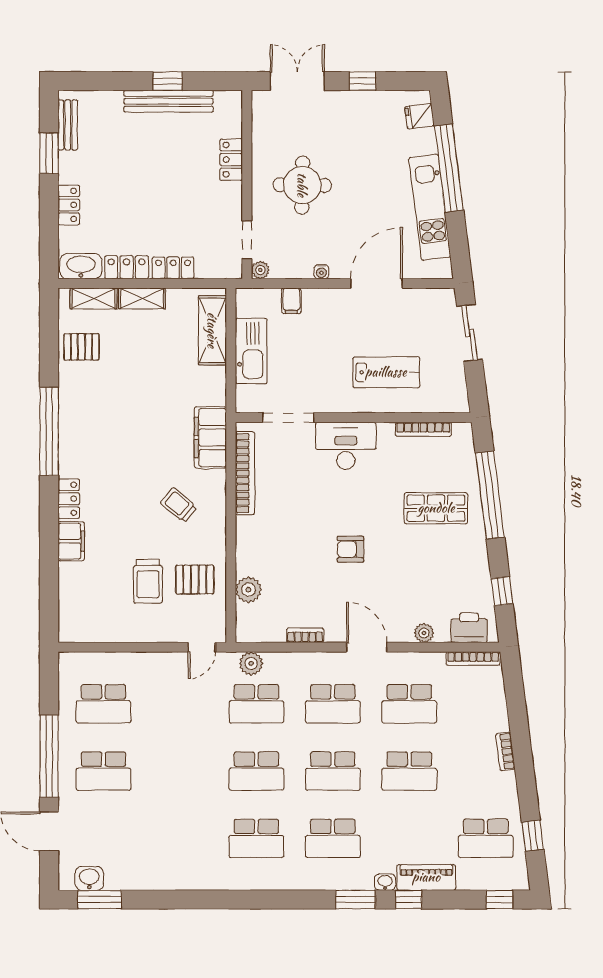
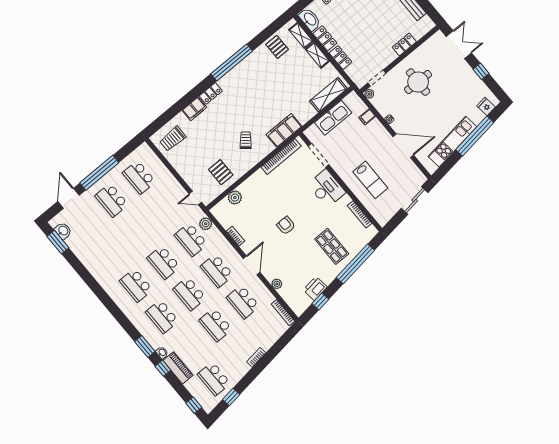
trolley: (148, 581) -> (173, 139), moved
printer: (469, 628) -> (315, 288), moved, turned -97

